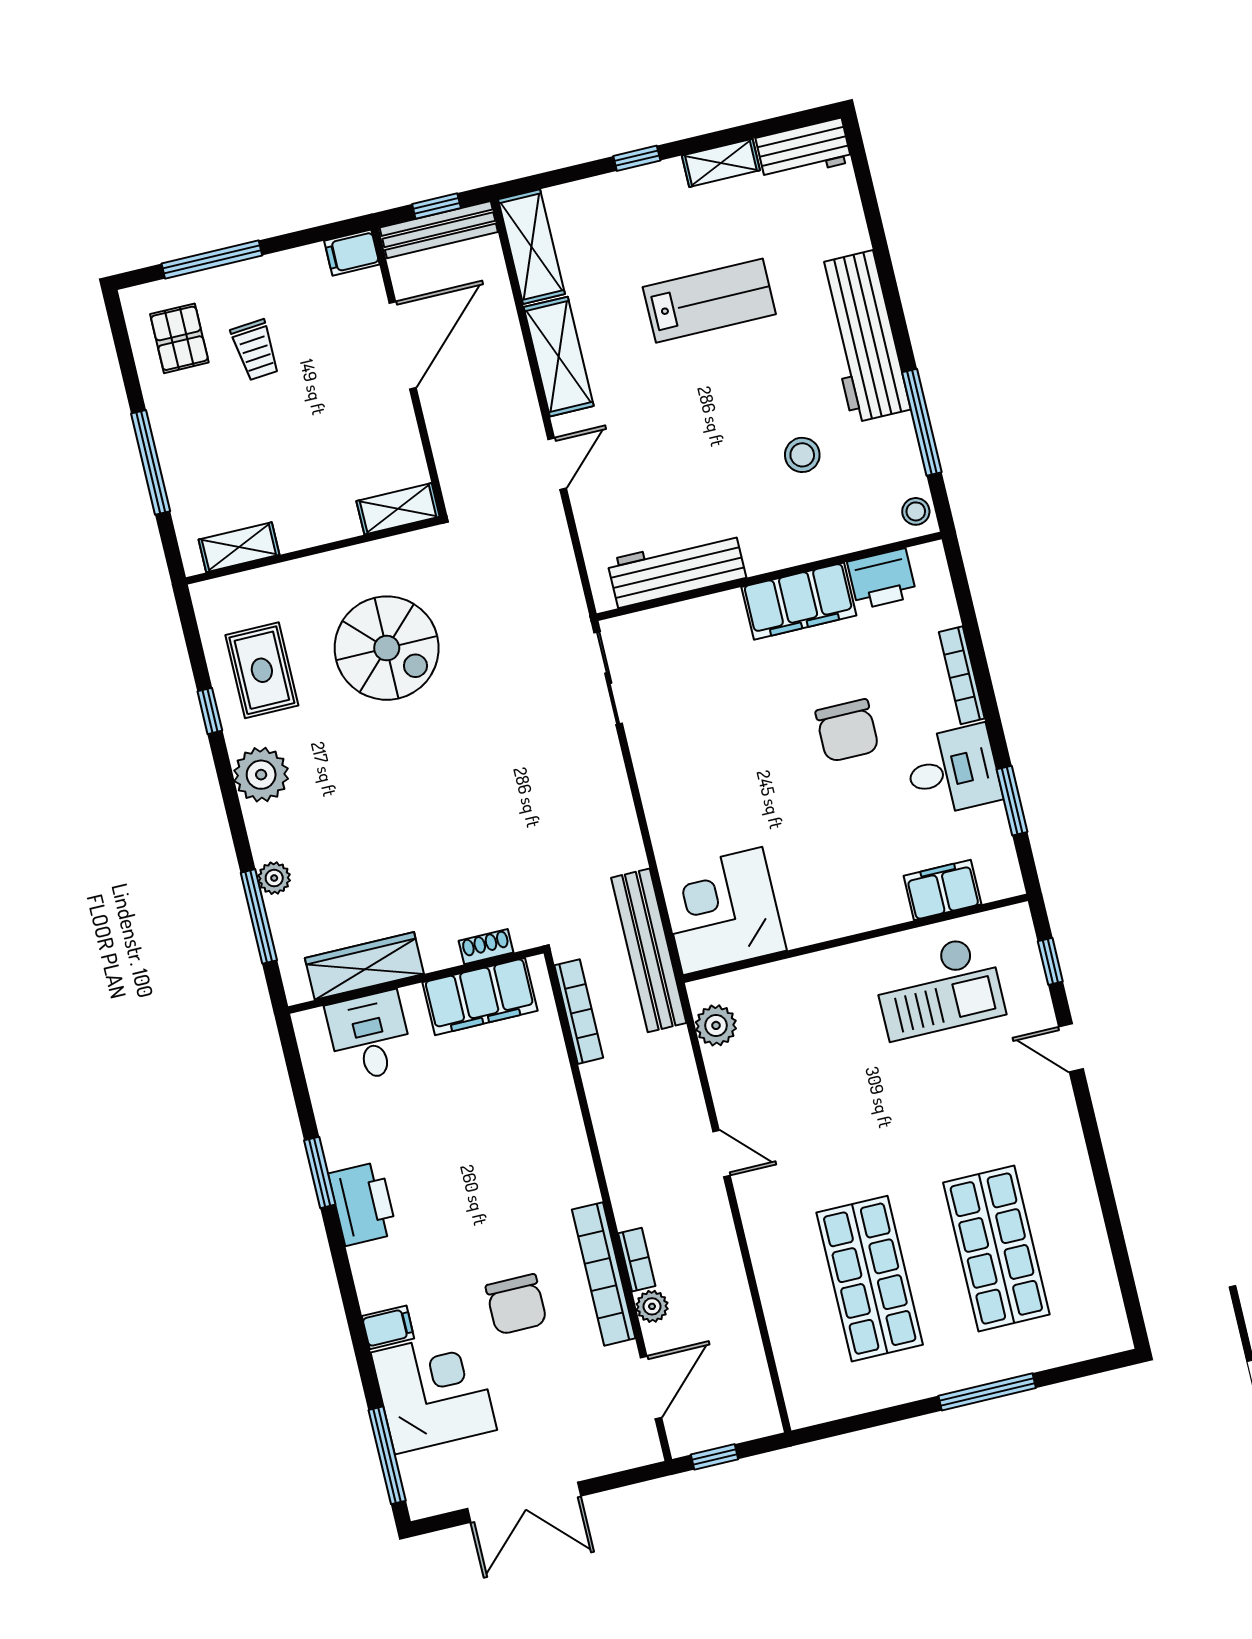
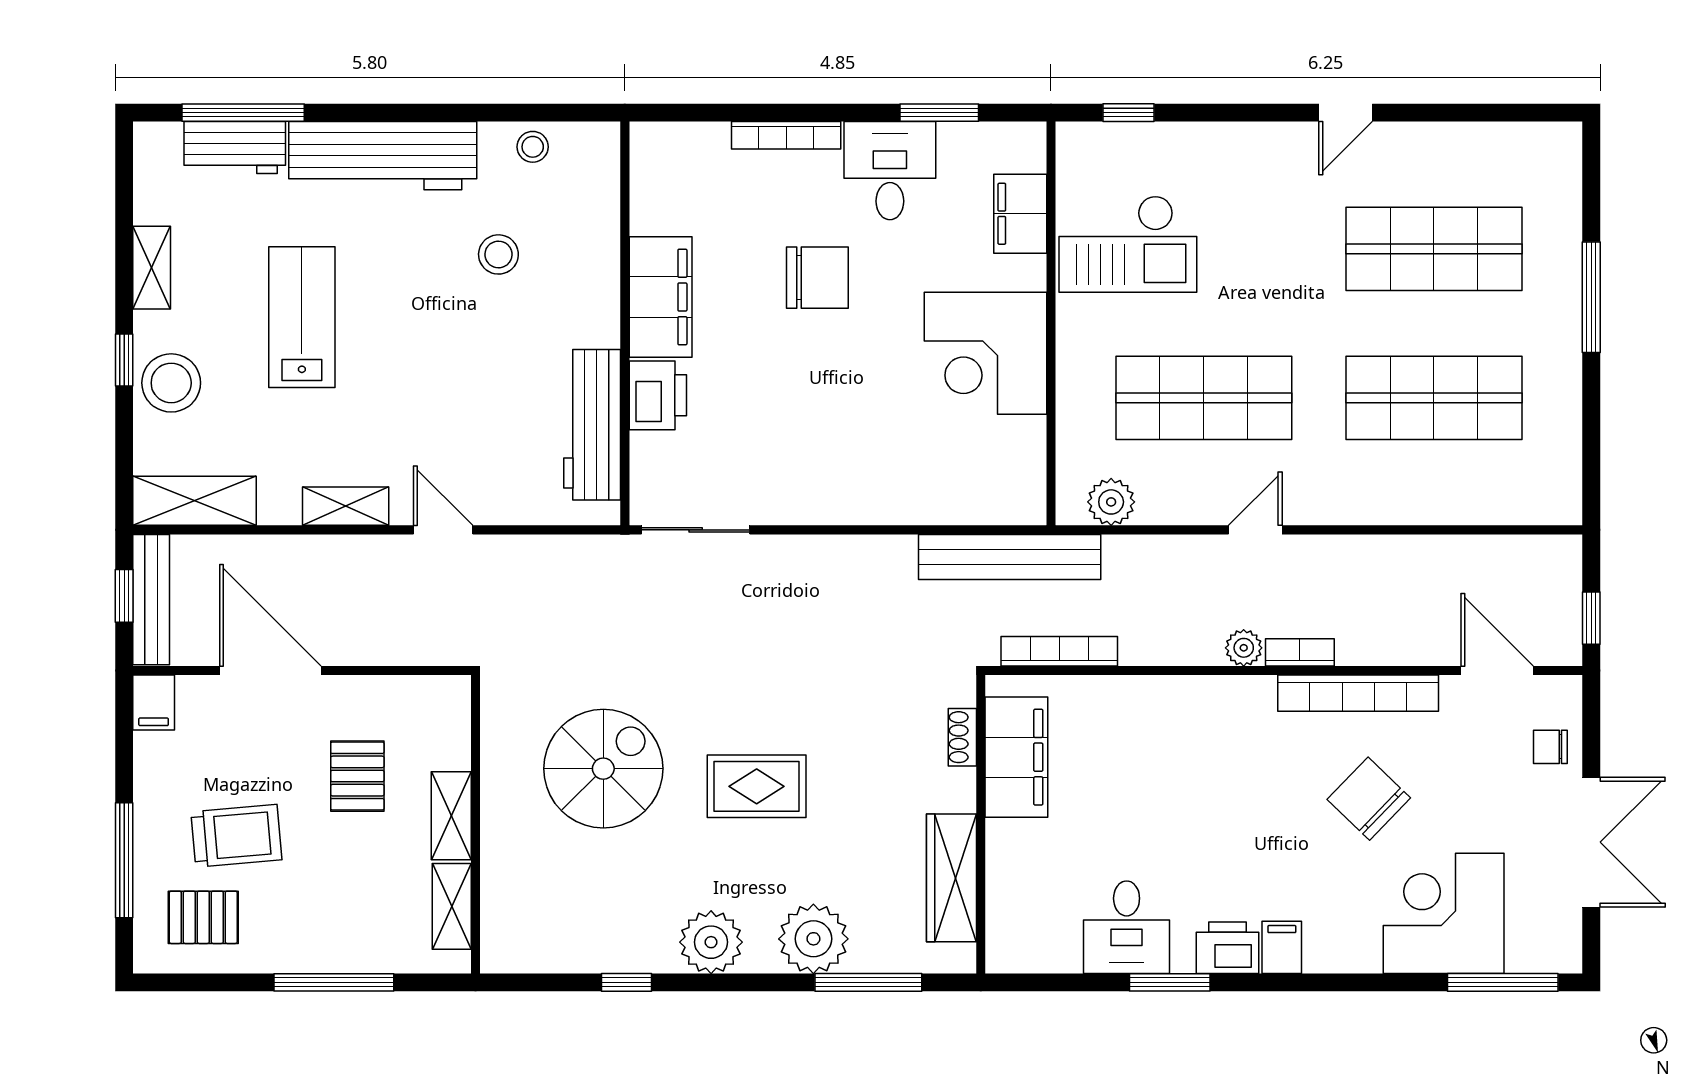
workbench: (804, 150) -> (235, 147), moved, turned 90
stool: (627, 203) -> (171, 383), added
trolley: (255, 350) -> (236, 836), width x1.36, depth x1.39
shelving: (559, 357) -> (346, 506), width x0.67, depth x0.75
window: (922, 422) -> (243, 113), moved
pallet: (331, 441) -> (357, 776), added
shelving: (398, 509) -> (451, 816), moved
stool: (916, 511) -> (533, 147), moved
printer: (882, 579) -> (658, 395), moved
rug: (262, 670) -> (757, 786), moved
plant: (274, 878) -> (813, 939), width x1.88, depth x1.88
corner desk: (723, 911) -> (985, 353), moved
checkout: (938, 987) -> (1128, 244), turned 90
desk: (370, 1036) -> (1127, 927), moved, turned -90
door: (1071, 1048) -> (1346, 113), moved
shop shelf: (823, 1083) -> (1204, 398), added
printer: (363, 1204) -> (1228, 948), width x0.73, depth x0.84
bookcase: (637, 1260) -> (1300, 652), moved
chair: (516, 1304) -> (1369, 799), turned -136
plant: (652, 1306) -> (1244, 648), moved
filing cabinet: (388, 1327) -> (1282, 947), moved
chair: (597, 1448) -> (1550, 747), added

